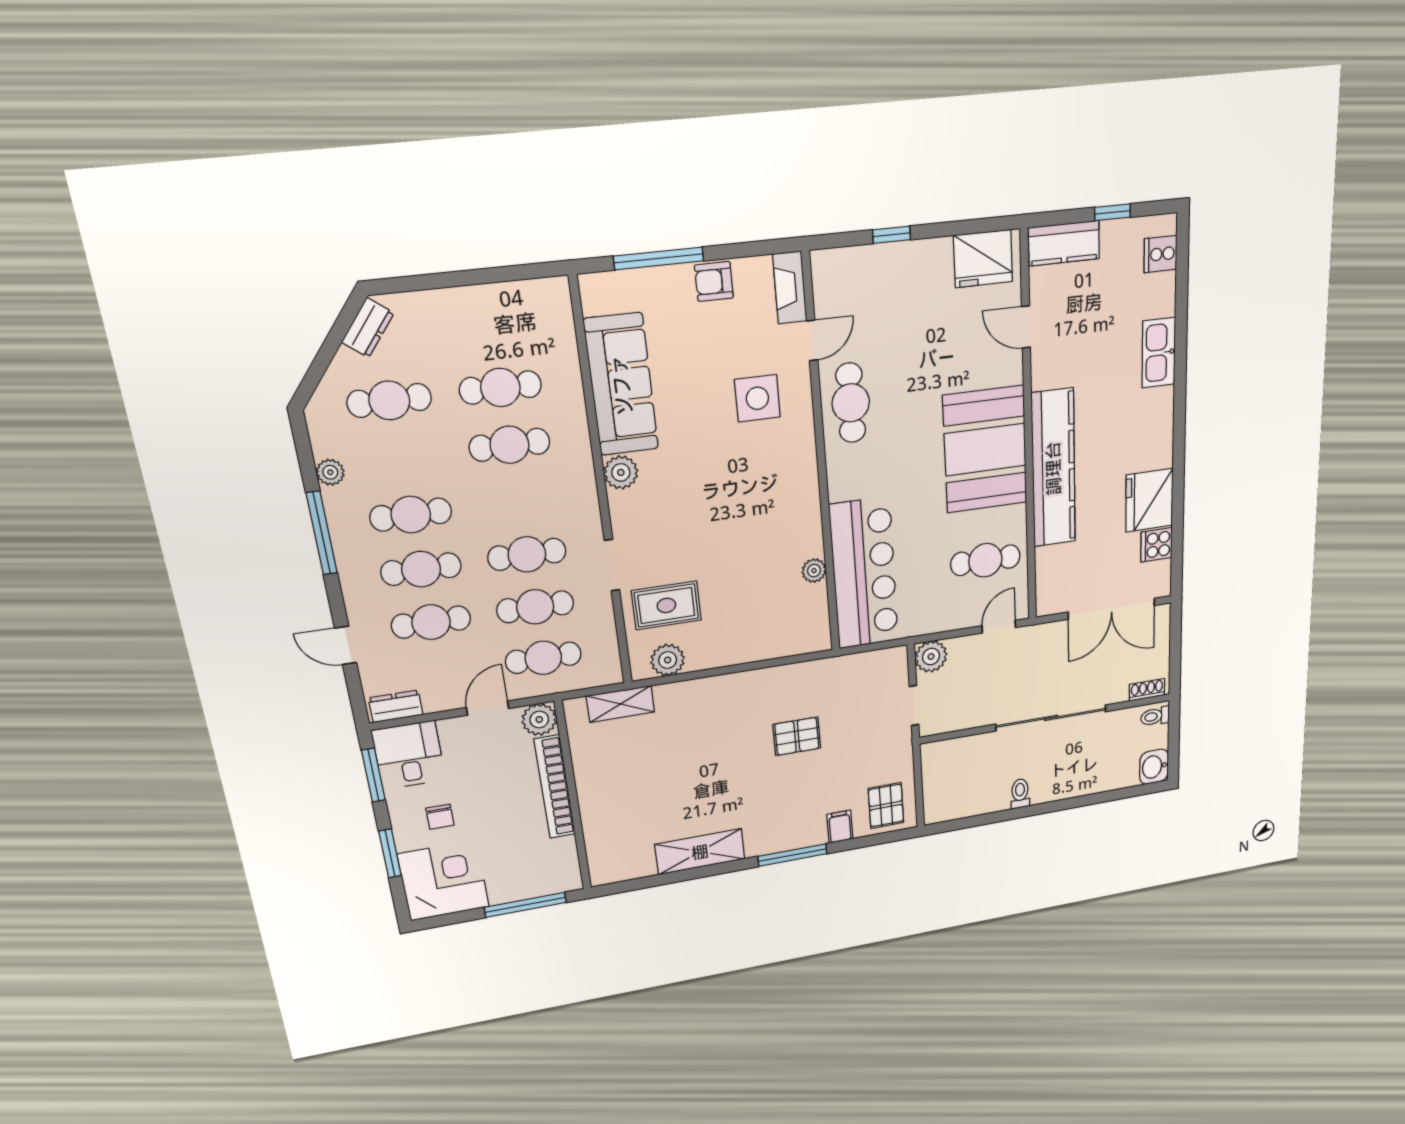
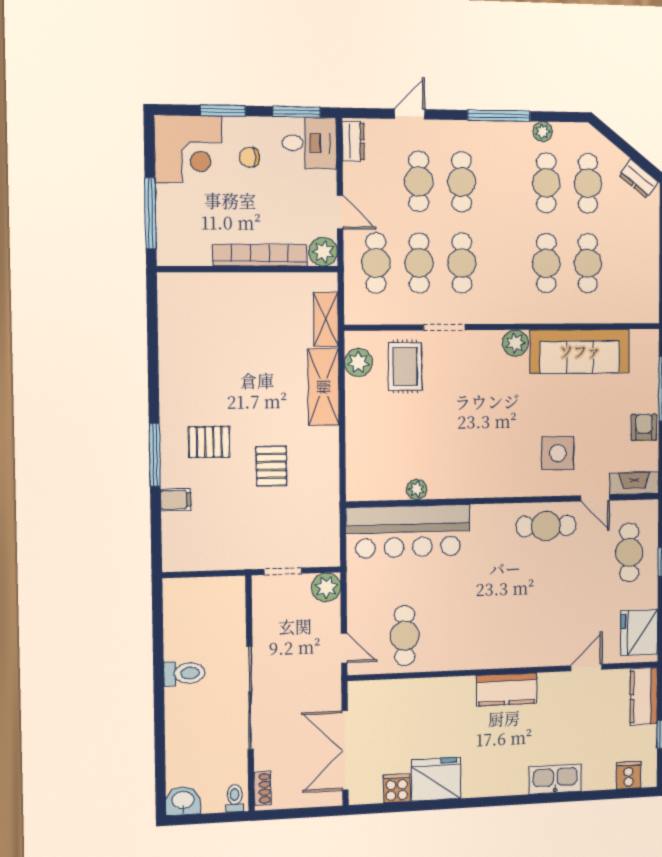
cafe table: (880, 284) -> (629, 552), added
booth: (985, 450) -> (496, 635), removed
kitchen counter: (1053, 468) -> (507, 689), width x0.48, depth x0.86
cafe table: (411, 515) -> (546, 183), moved
toilet: (1020, 794) -> (184, 673), width x1.37, depth x1.39
pallet: (886, 806) -> (209, 442), moved
shelving: (700, 852) -> (323, 387), moved

